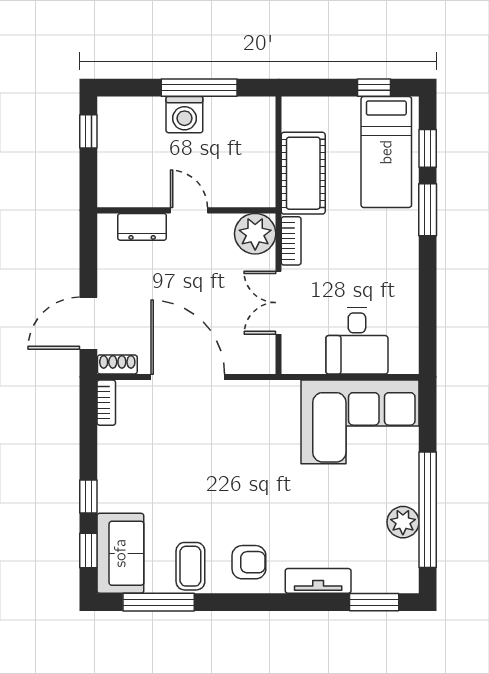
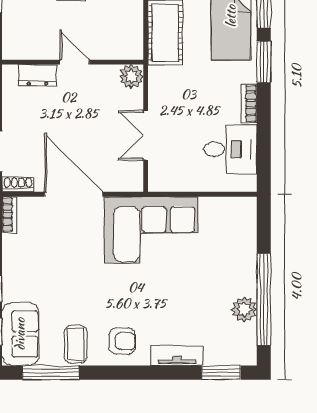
plant: (255, 234) -> (131, 76), width x0.73, depth x0.73
bookcase: (291, 241) -> (249, 104), moved, turned 180
desk: (357, 341) -> (230, 149), moved, turned -90
corner sofa: (360, 422) -> (151, 230), moved

